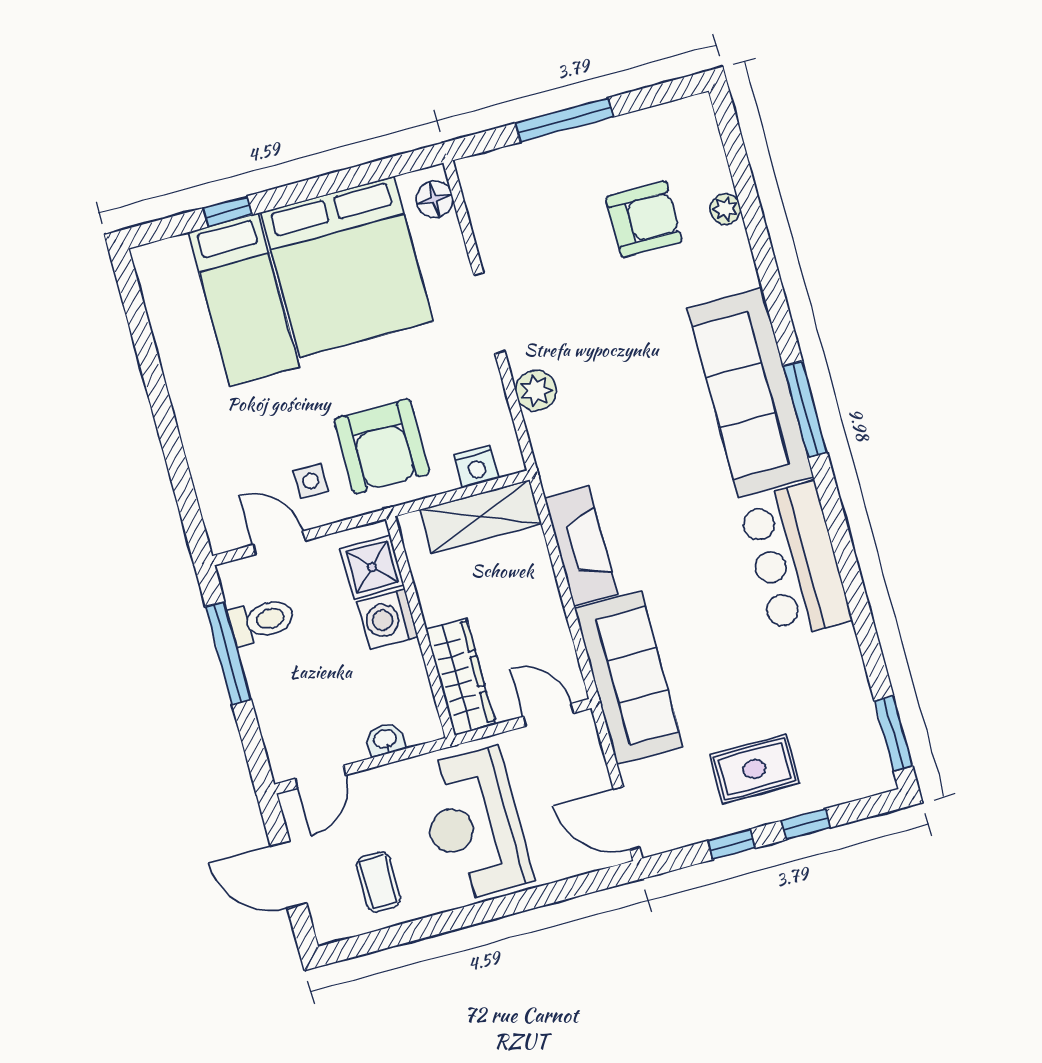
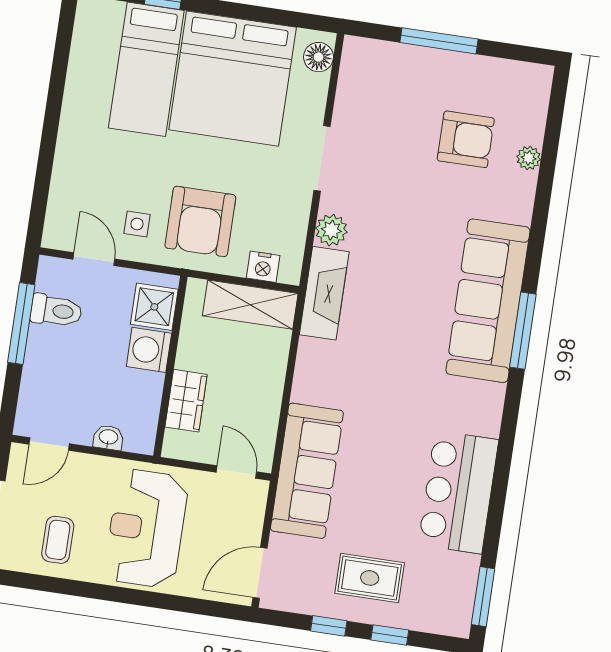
fireplace: (581, 546) -> (324, 293), moved
bar counter: (795, 561) -> (458, 492), moved
wardrobe: (460, 676) -> (186, 401), width x0.67
door: (626, 818) -> (260, 573), hinge flipped

